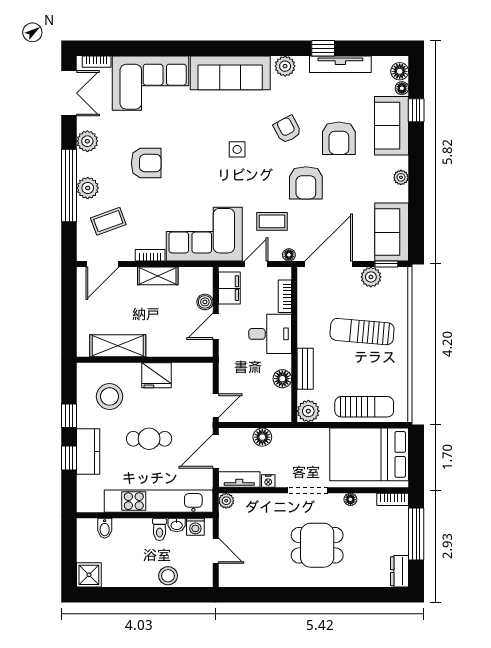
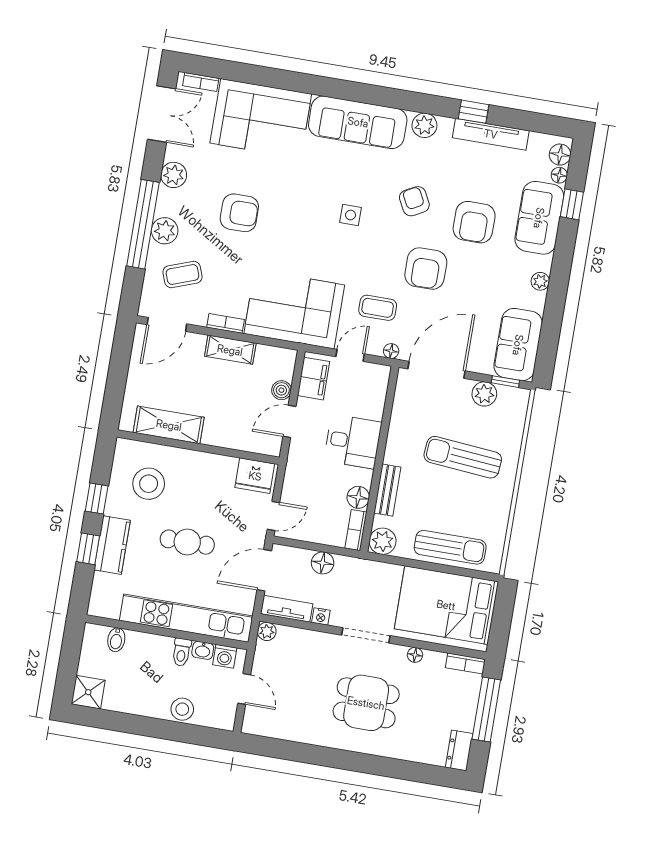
bookcase: (285, 296) -> (356, 530), moved
fridge: (156, 375) -> (255, 476), moved

